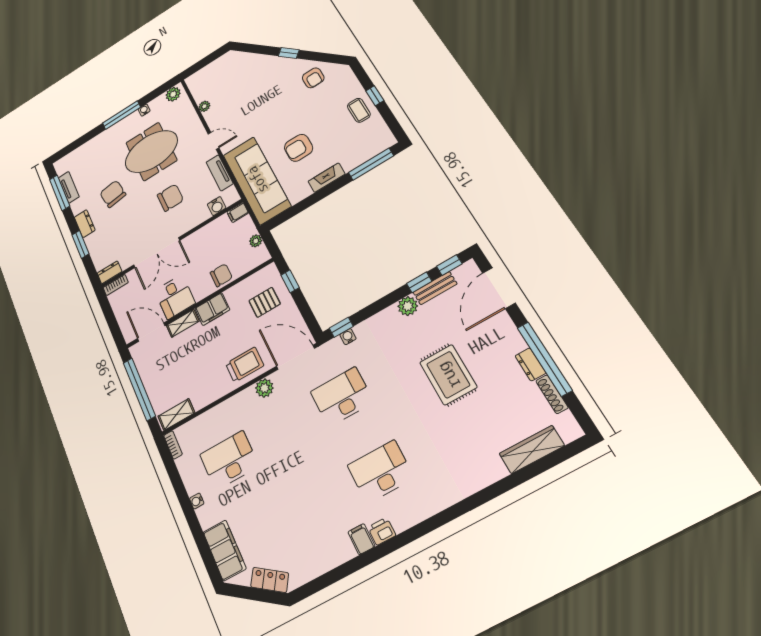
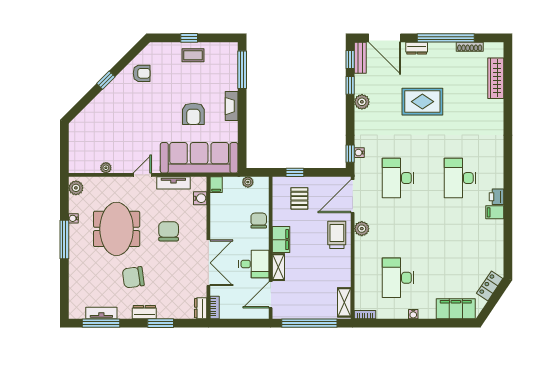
bench: (435, 288) -> (360, 58), moved
dresser: (530, 364) -> (417, 48), moved

